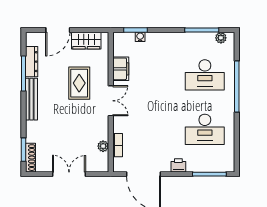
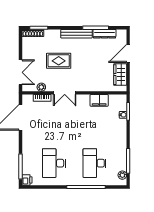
door: (58, 30) -> (128, 53), hinge flipped
rug: (79, 83) -> (59, 61), moved
double door: (111, 101) -> (65, 93), moved
printer: (178, 165) -> (27, 180), moved
double door: (69, 174) -> (20, 72), moved

